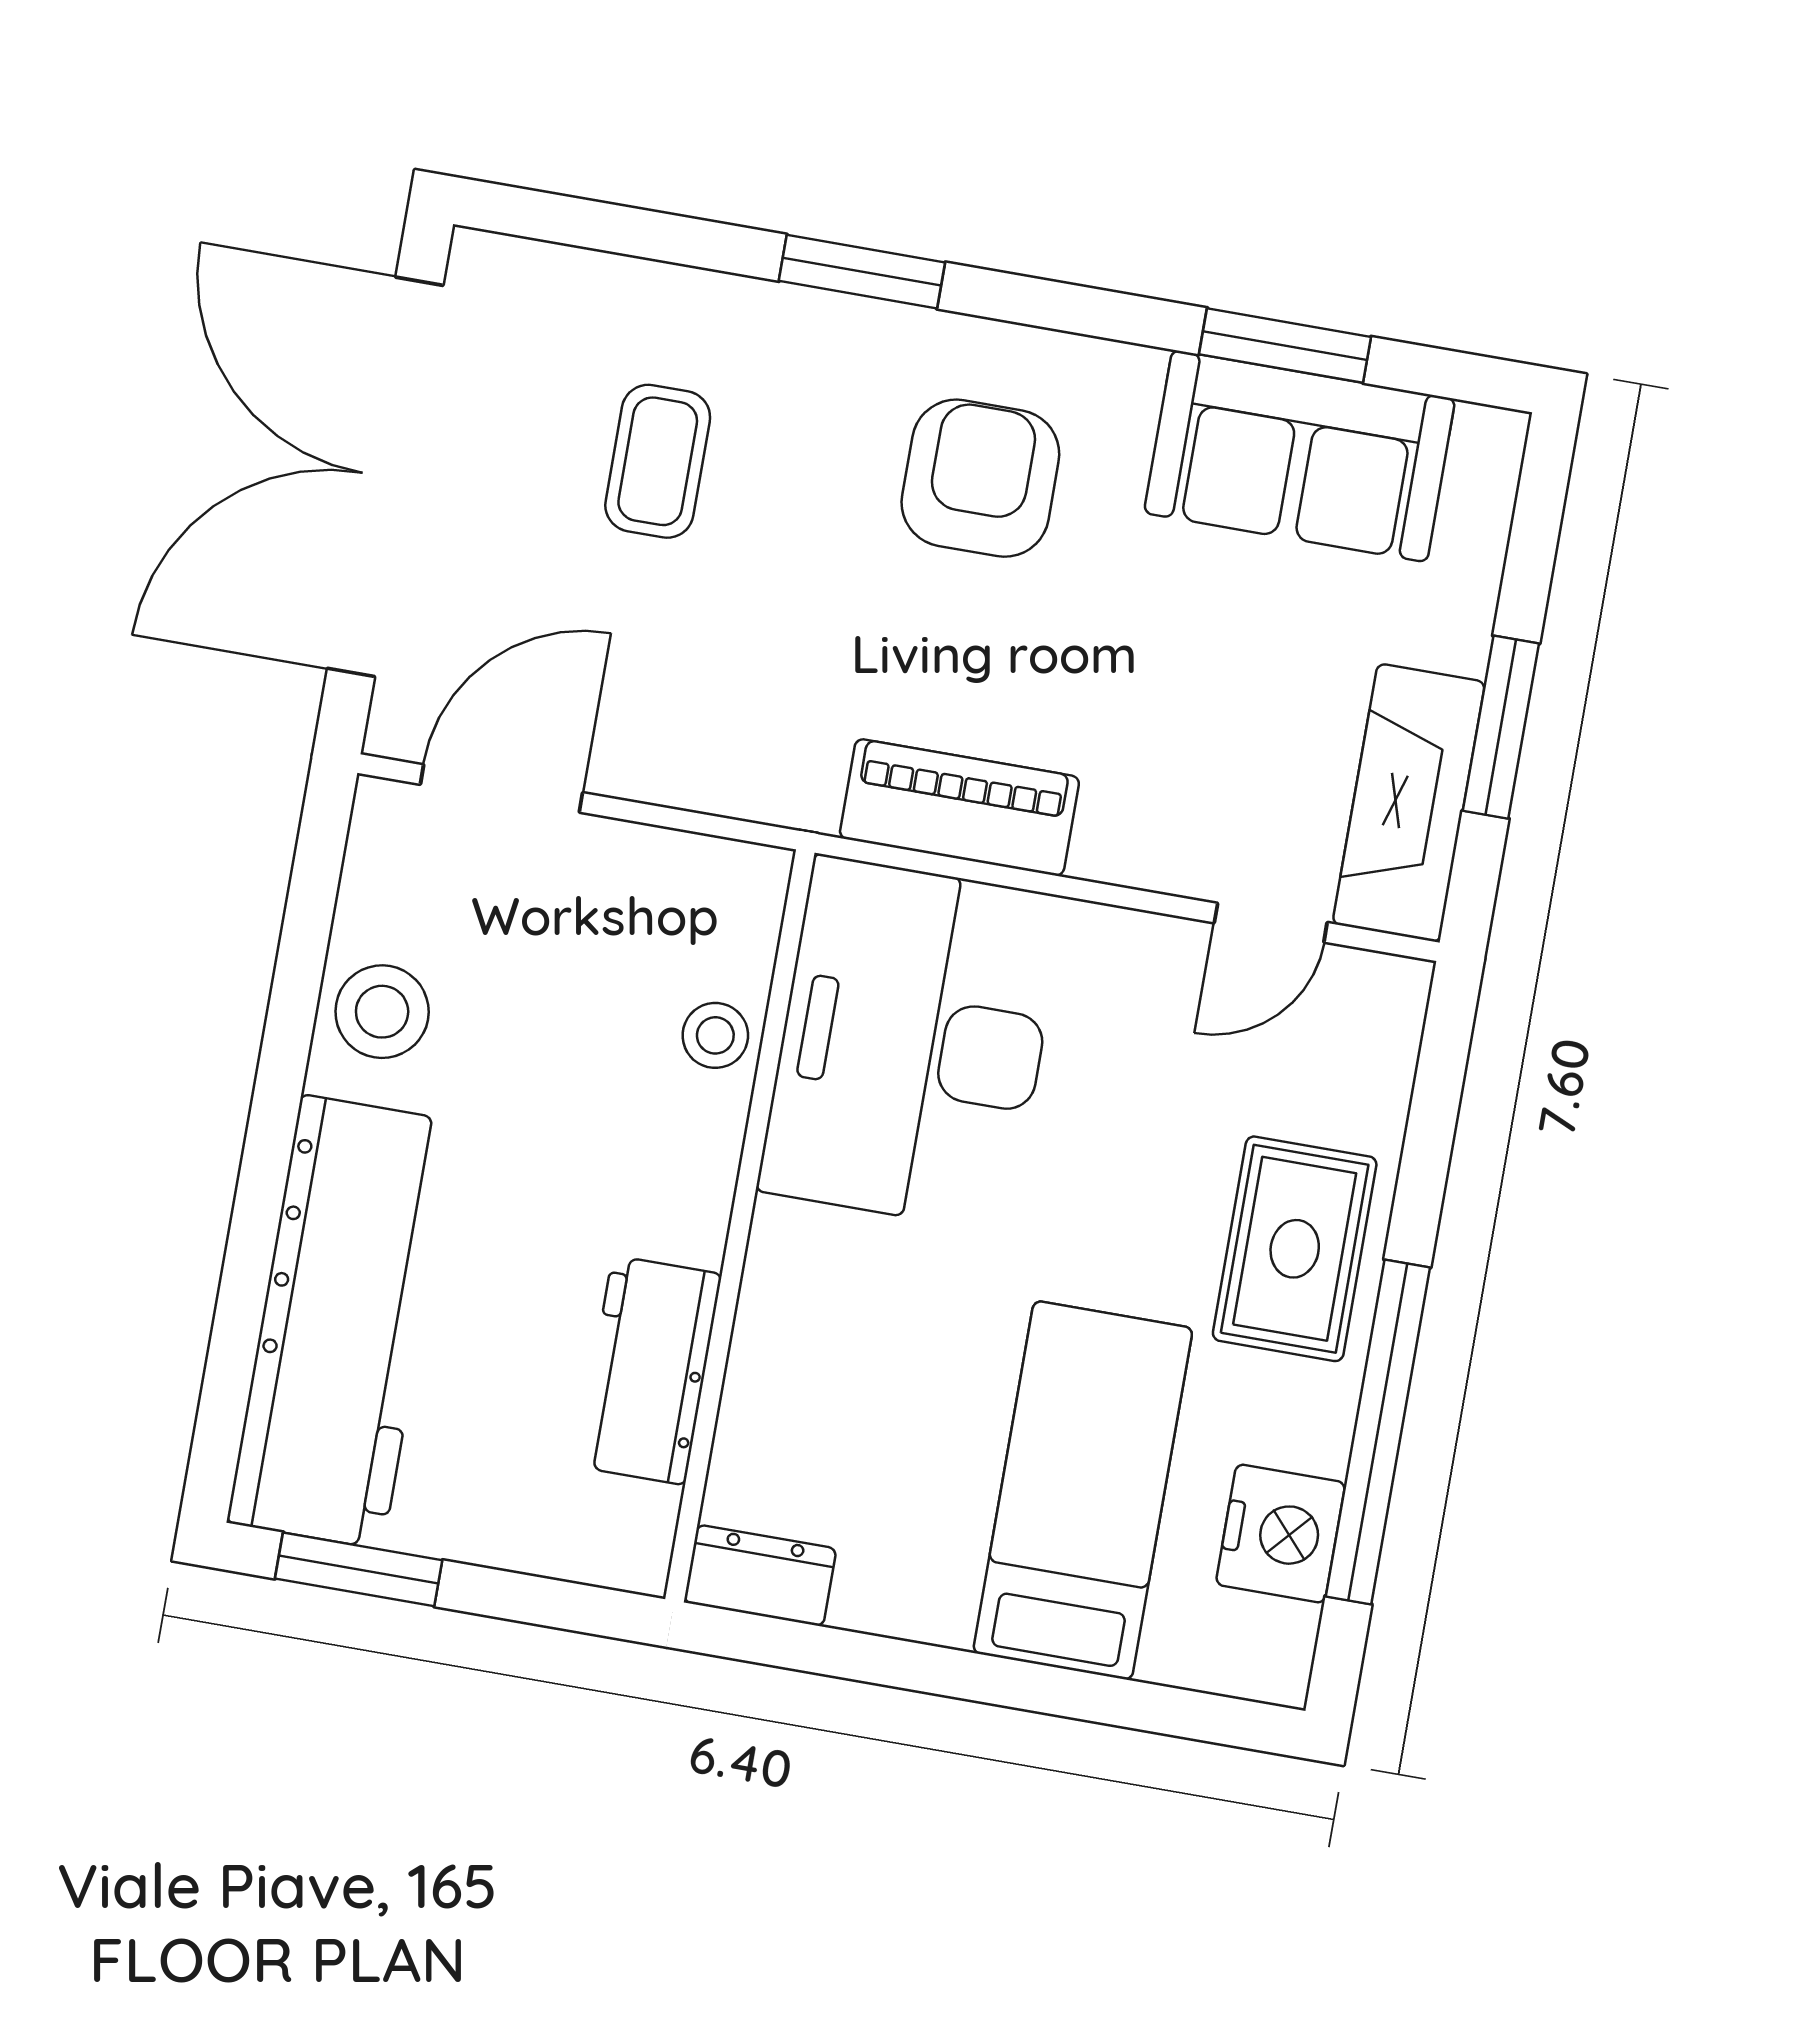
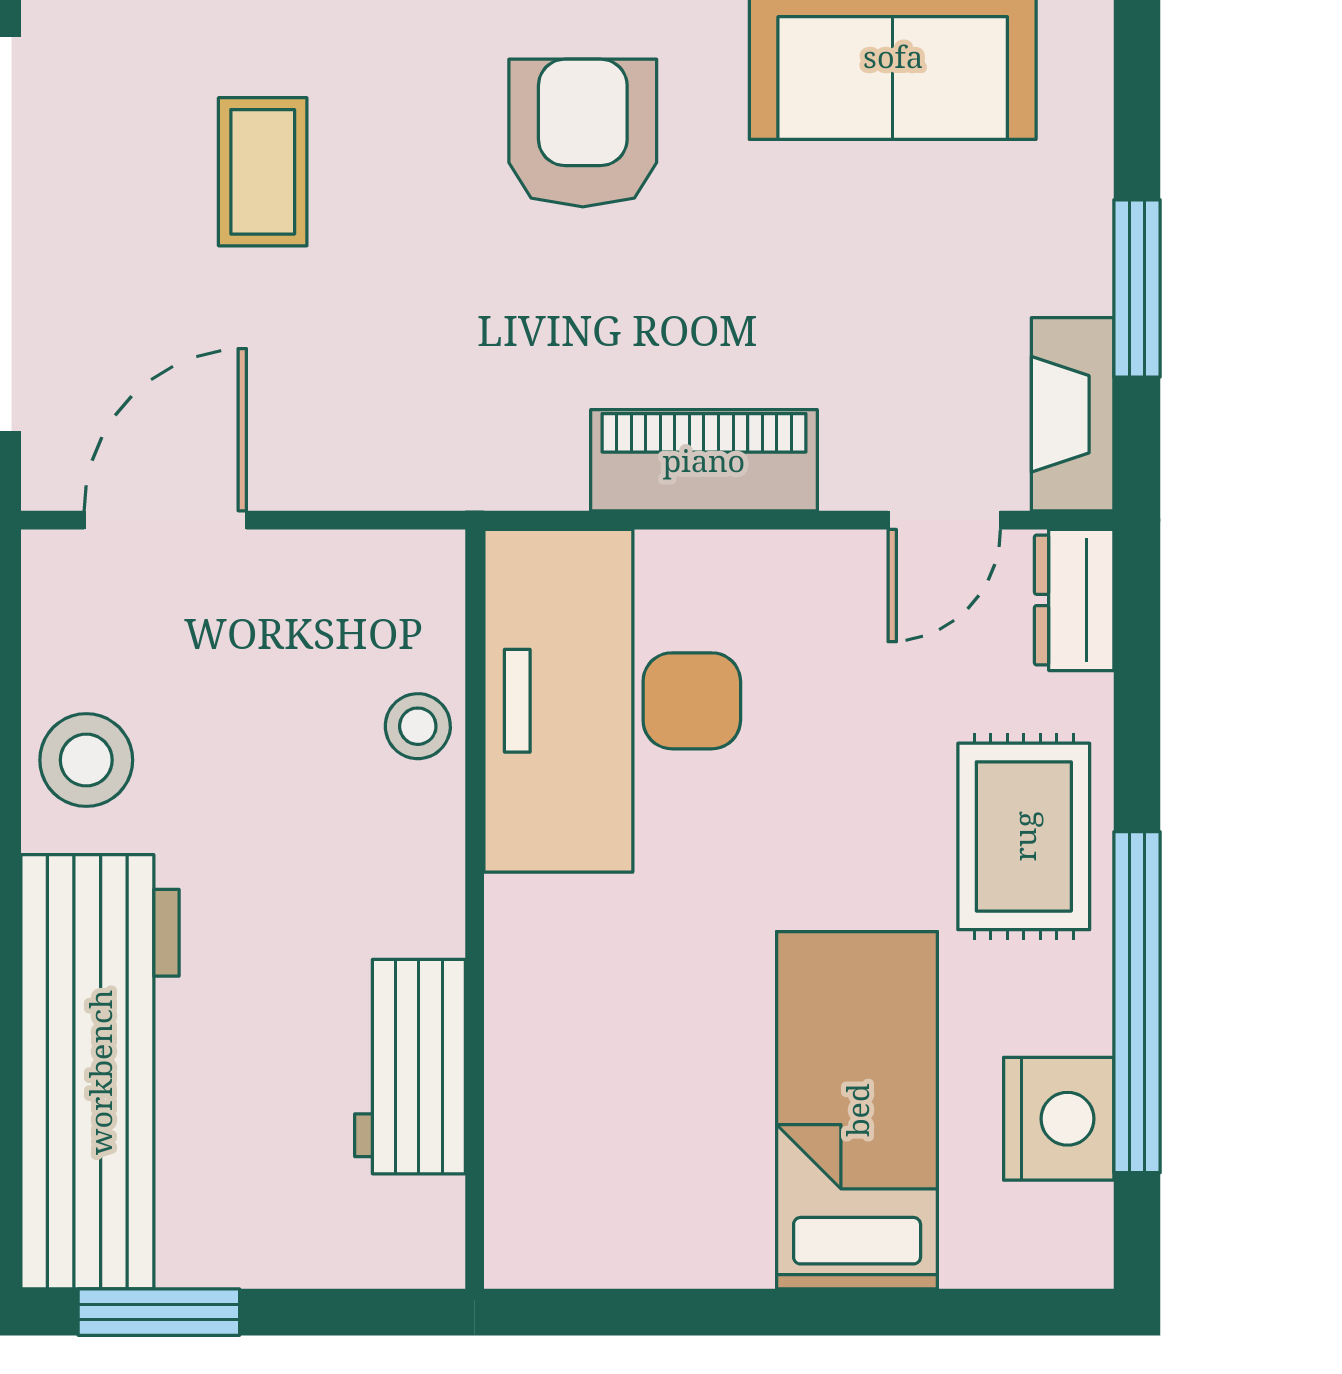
fireplace: (1409, 803) -> (1073, 414), width x0.73, depth x0.76
piano: (959, 807) -> (704, 460), moved
dresser: (760, 1575) -> (1074, 600), moved, turned -90

